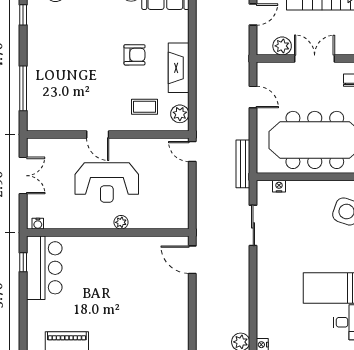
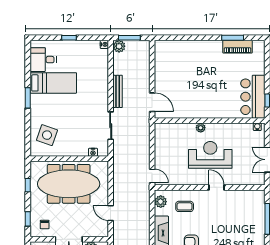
bench: (243, 164) -> (118, 91), moved

